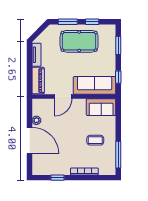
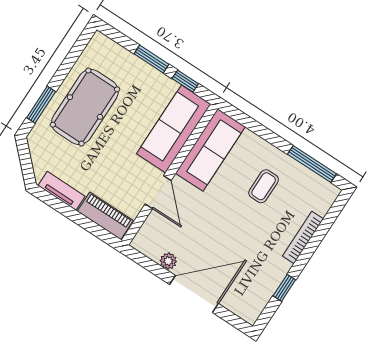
window: (92, 22) -> (67, 65), removed
window: (118, 45) -> (151, 59), moved
sofa: (101, 107) -> (210, 150), width x1.36

